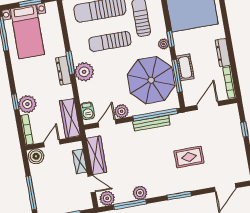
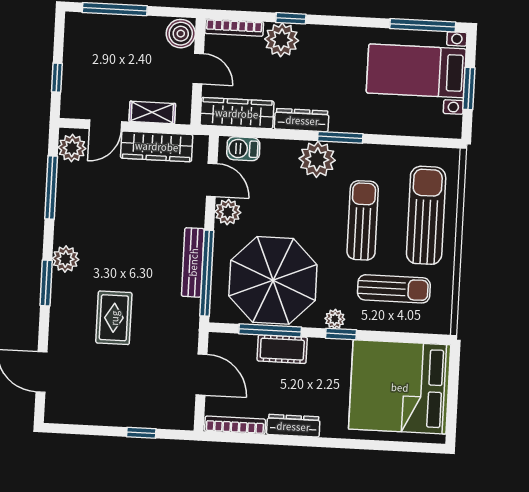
dresser: (63, 71) -> (302, 120), moved
plant: (140, 193) -> (66, 259), moved

